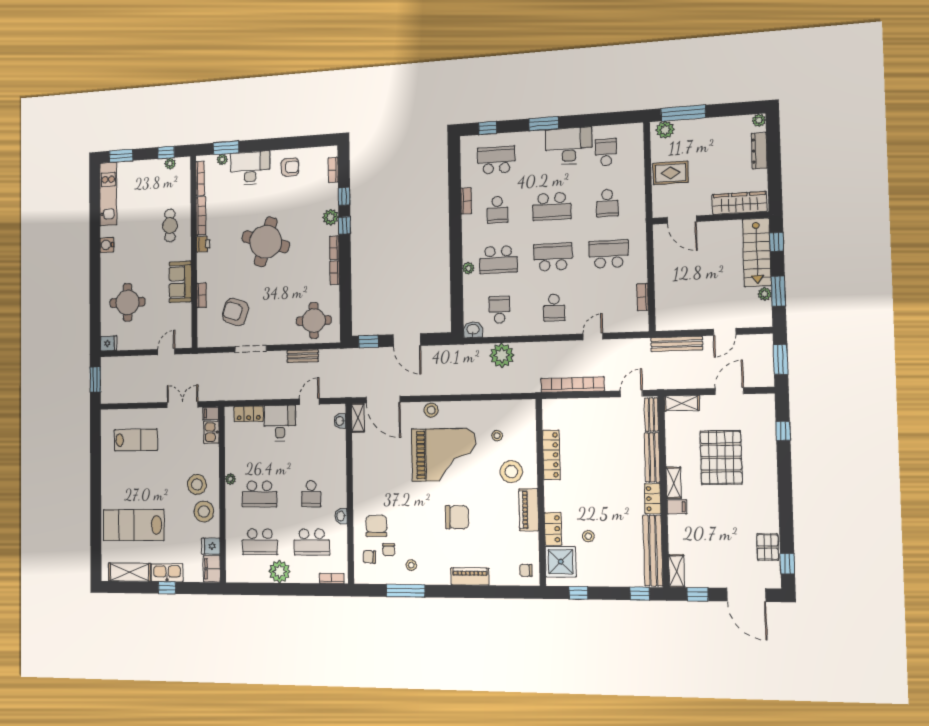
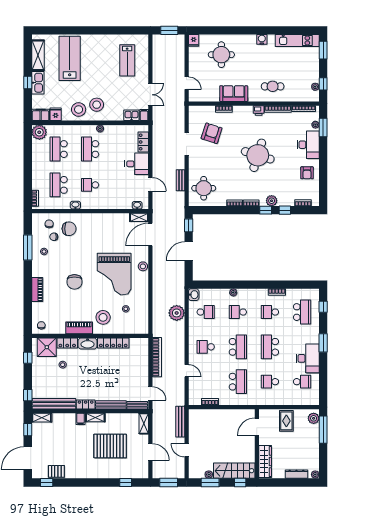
school desk: (498, 260) -> (238, 312), width x0.54
washbasin: (553, 496) -> (88, 344), added
plant: (280, 571) -> (39, 132), moved

